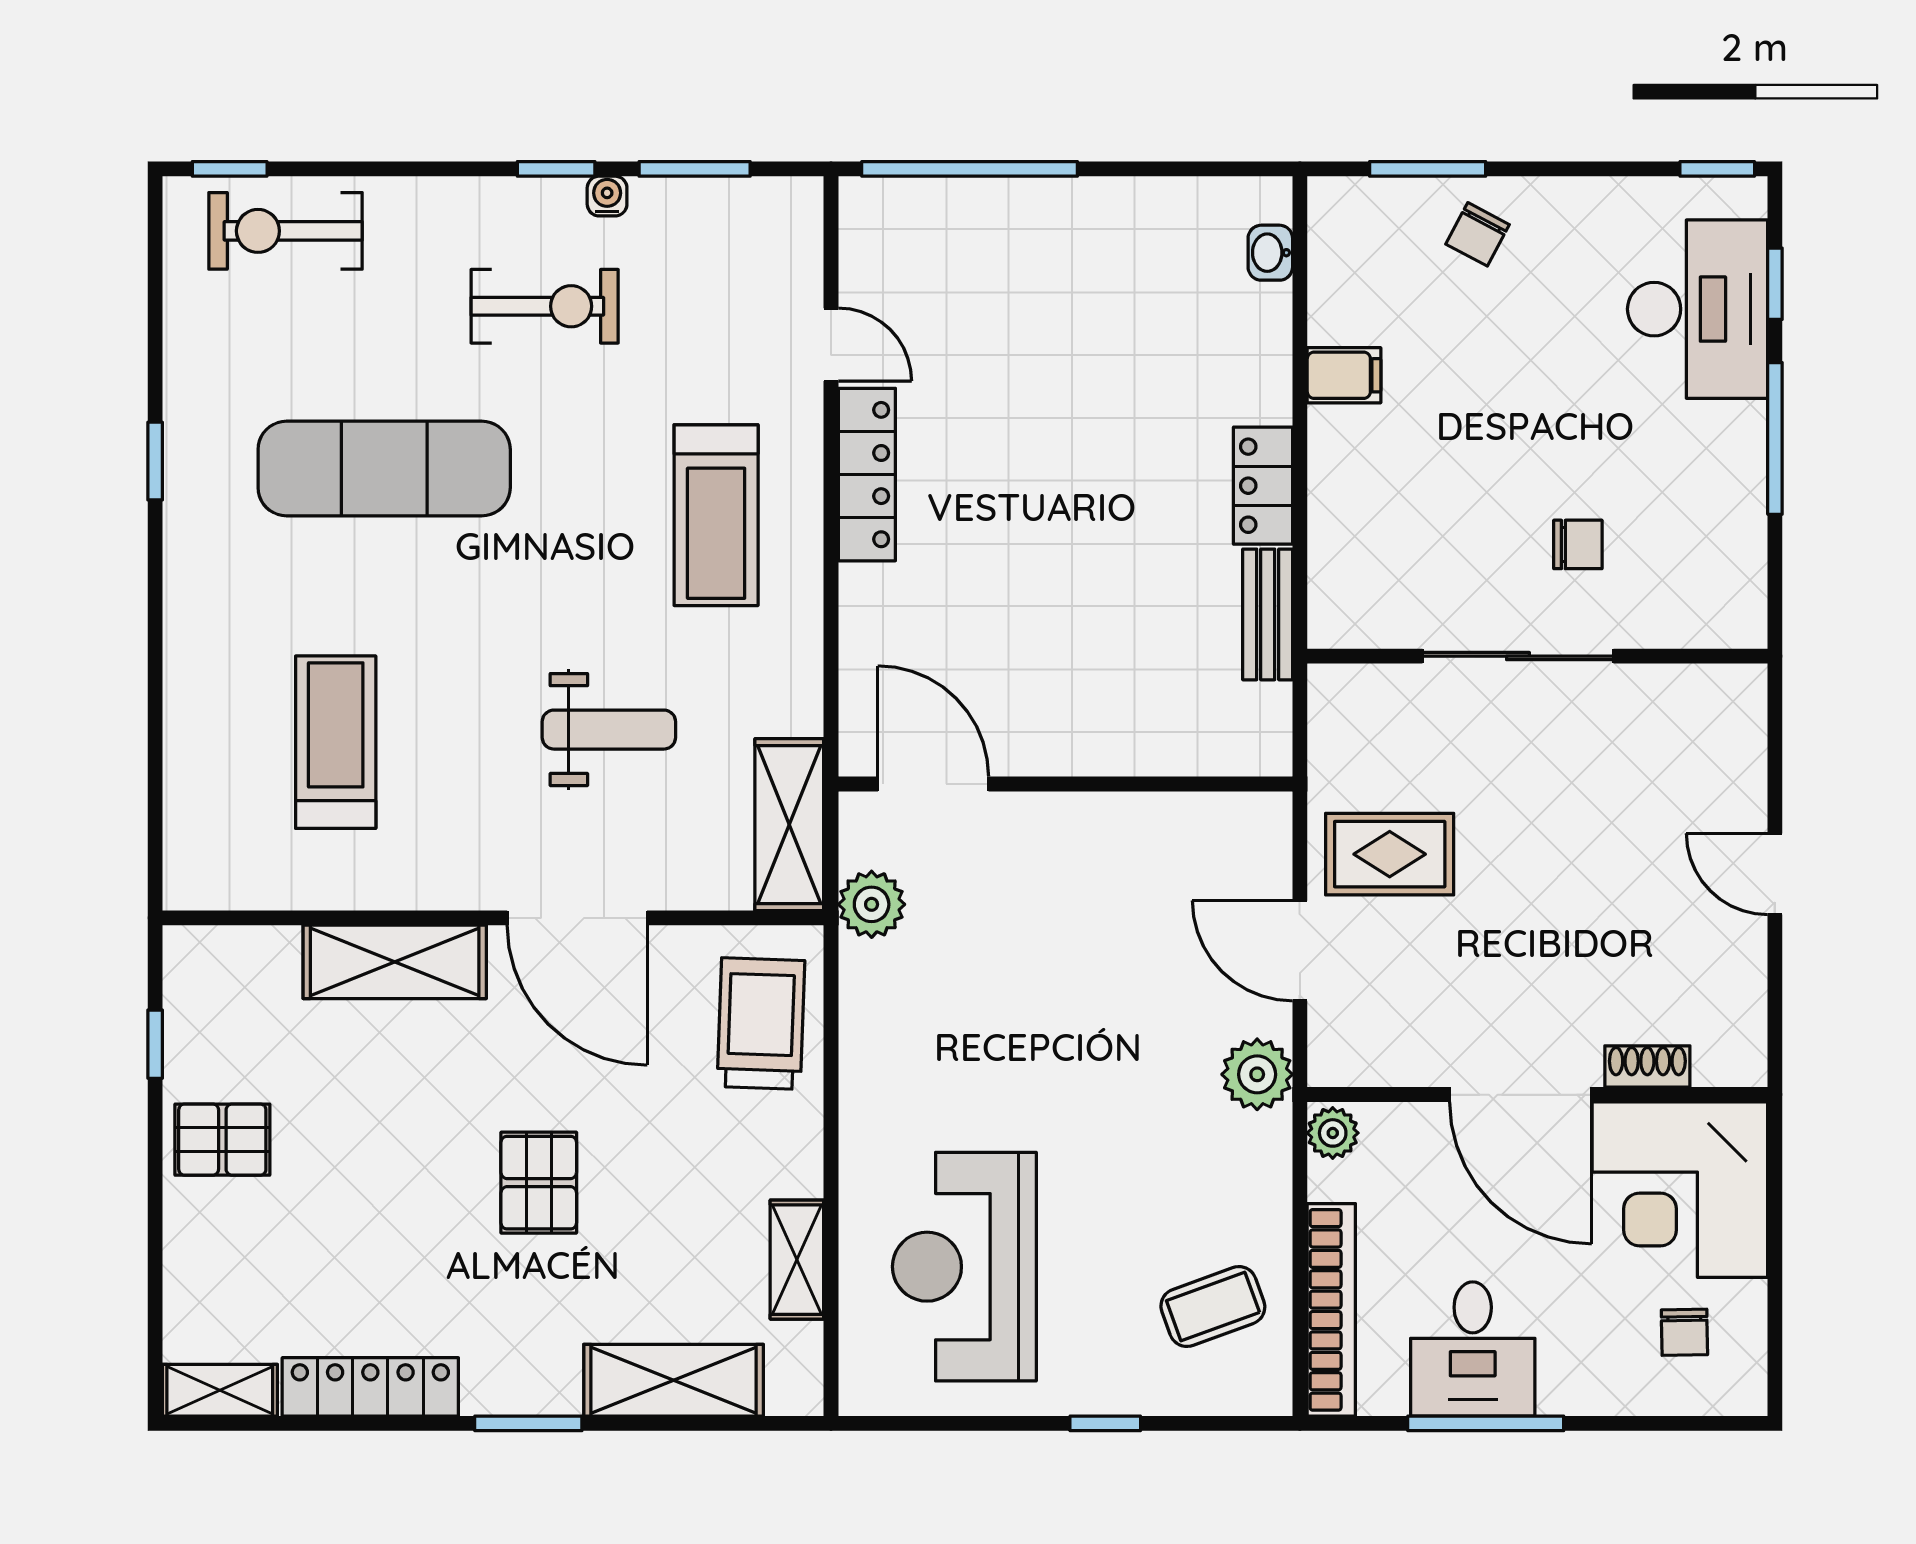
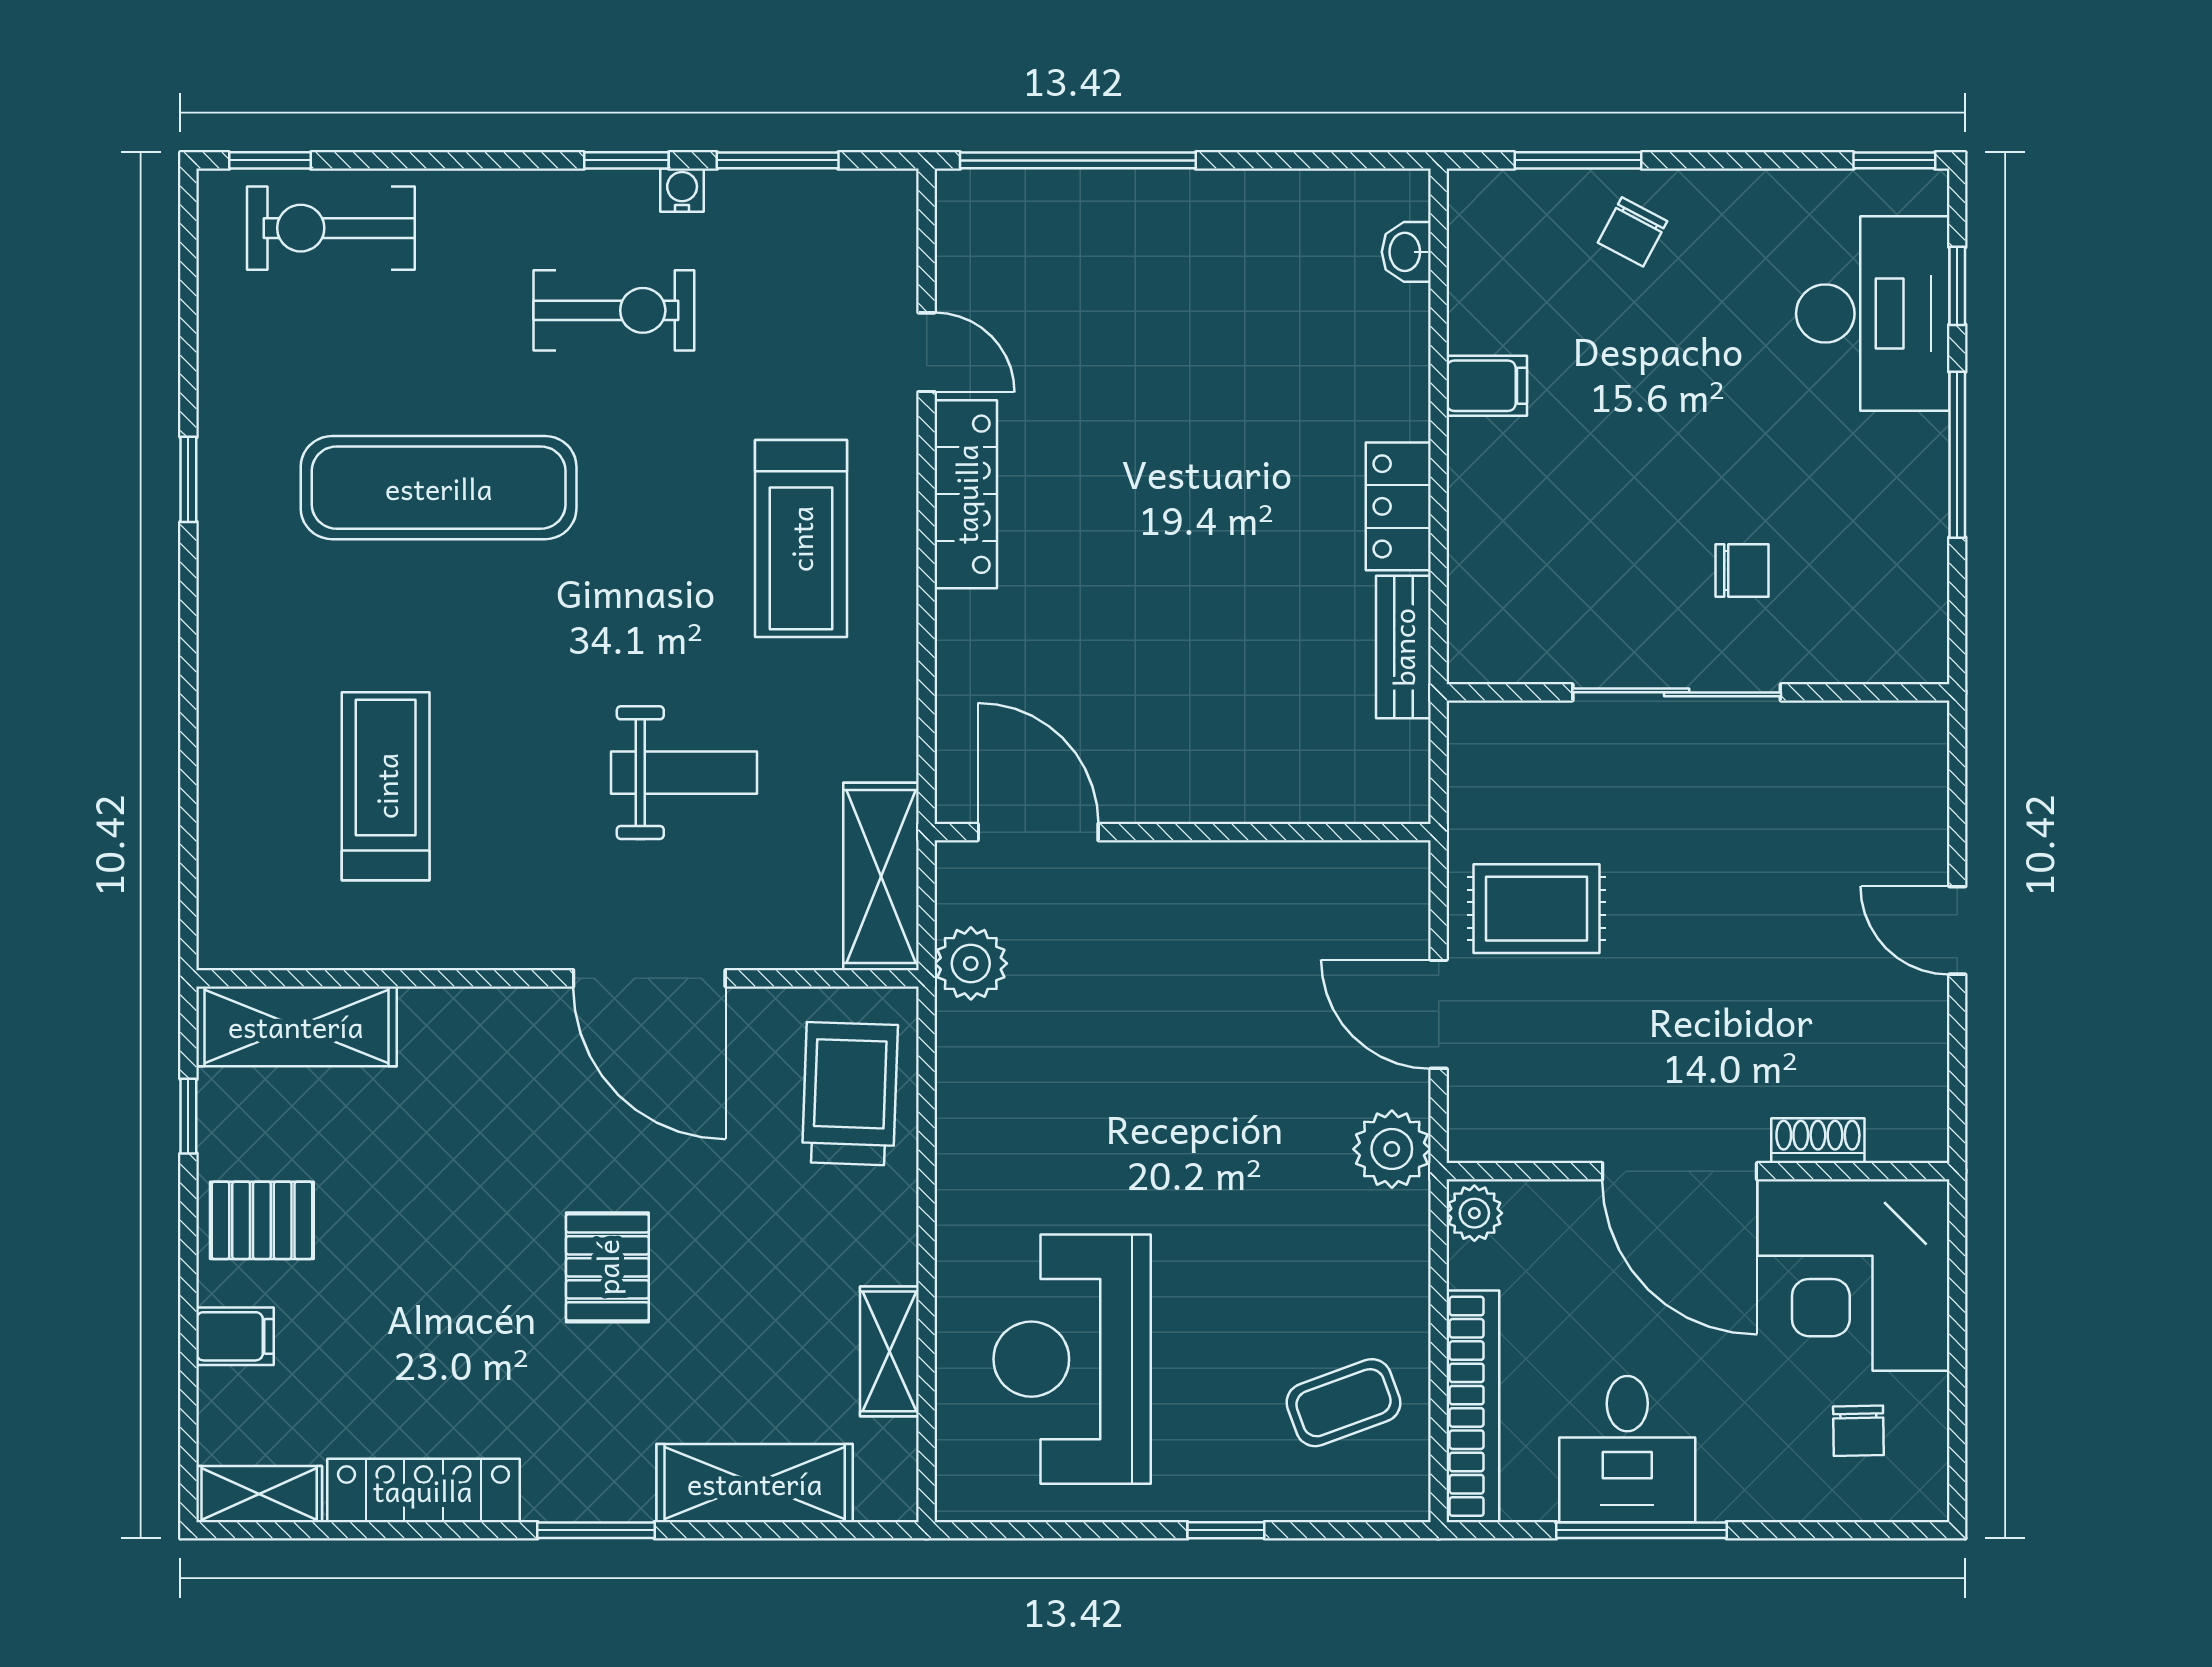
shelving: (395, 962) -> (296, 1026), moved
filing cabinet: (198, 1246) -> (235, 1336), added

